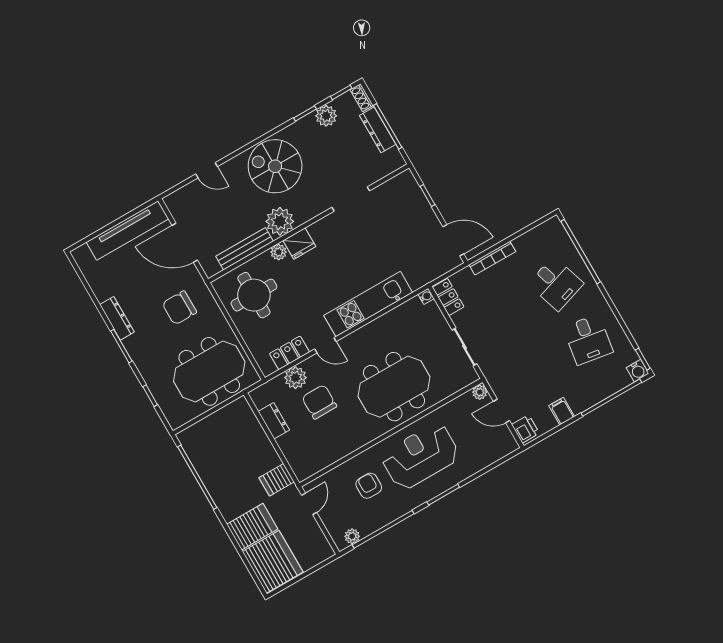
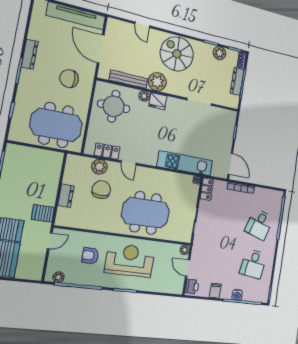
desk: (556, 284) -> (259, 224), turned 36
kitchen unit: (368, 304) -> (185, 163), moved
water cooler: (637, 371) -> (237, 295), moved
dresser: (274, 421) -> (66, 196), moved
armchair: (369, 486) -> (90, 256), turned -90

